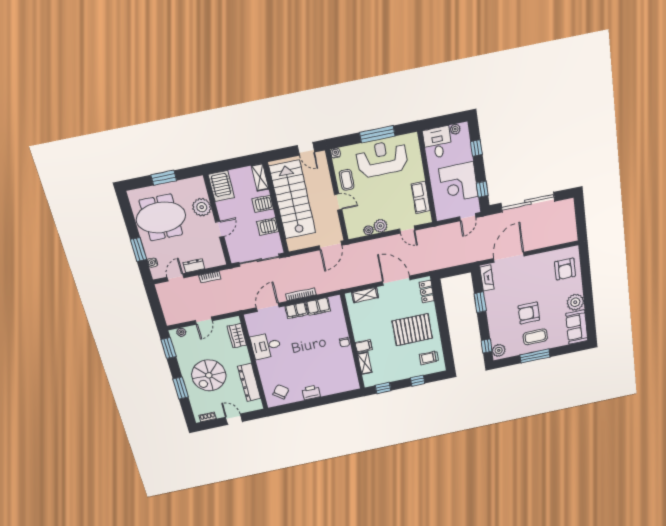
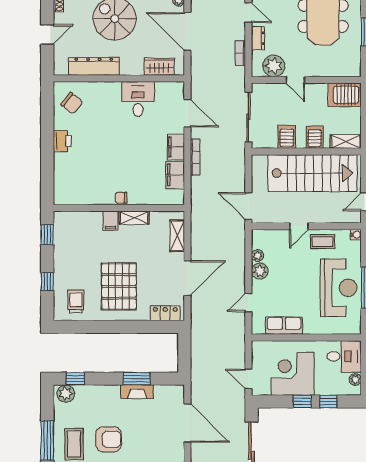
window: (482, 189) -> (302, 401), moved
plant: (202, 207) -> (274, 66), moved
fireplace: (487, 278) -> (137, 392), moved
armchair: (529, 313) -> (108, 439), turned 90
door: (204, 321) -> (187, 31), width x1.87
shelving: (365, 363) -> (134, 218), moved

